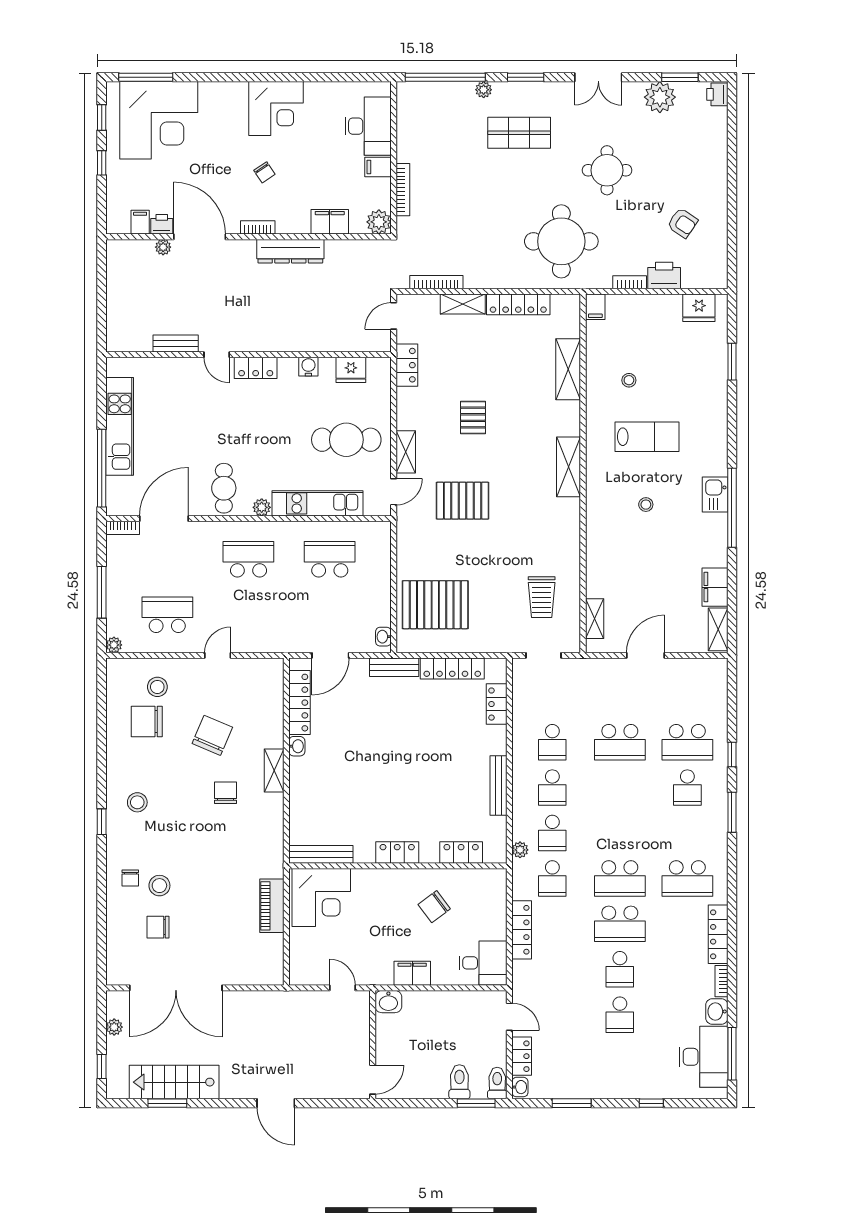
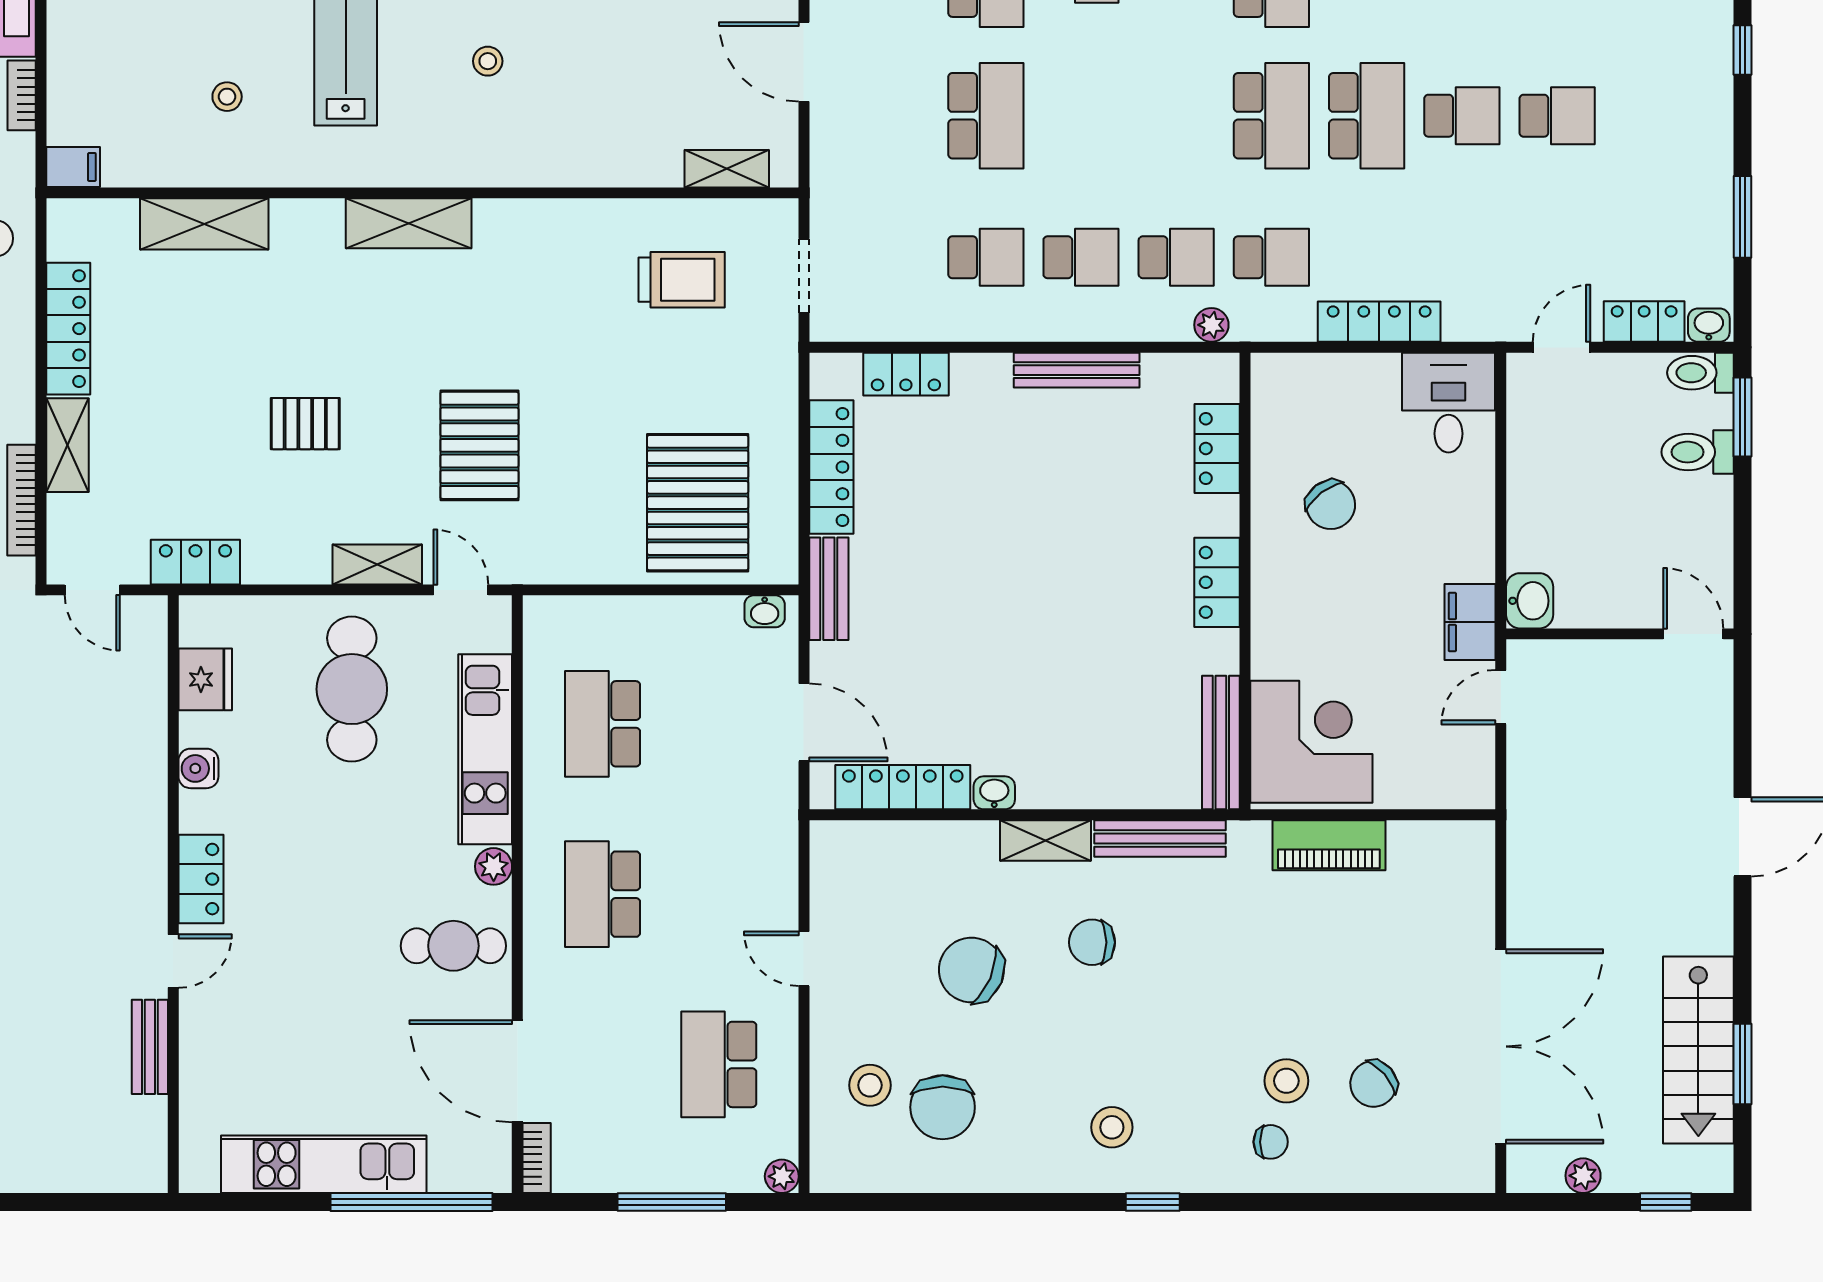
bench: (275, 825) -> (1160, 838), added
chair: (158, 927) -> (1373, 1084), turned 49
filing cabinet: (412, 973) -> (1470, 622), moved

